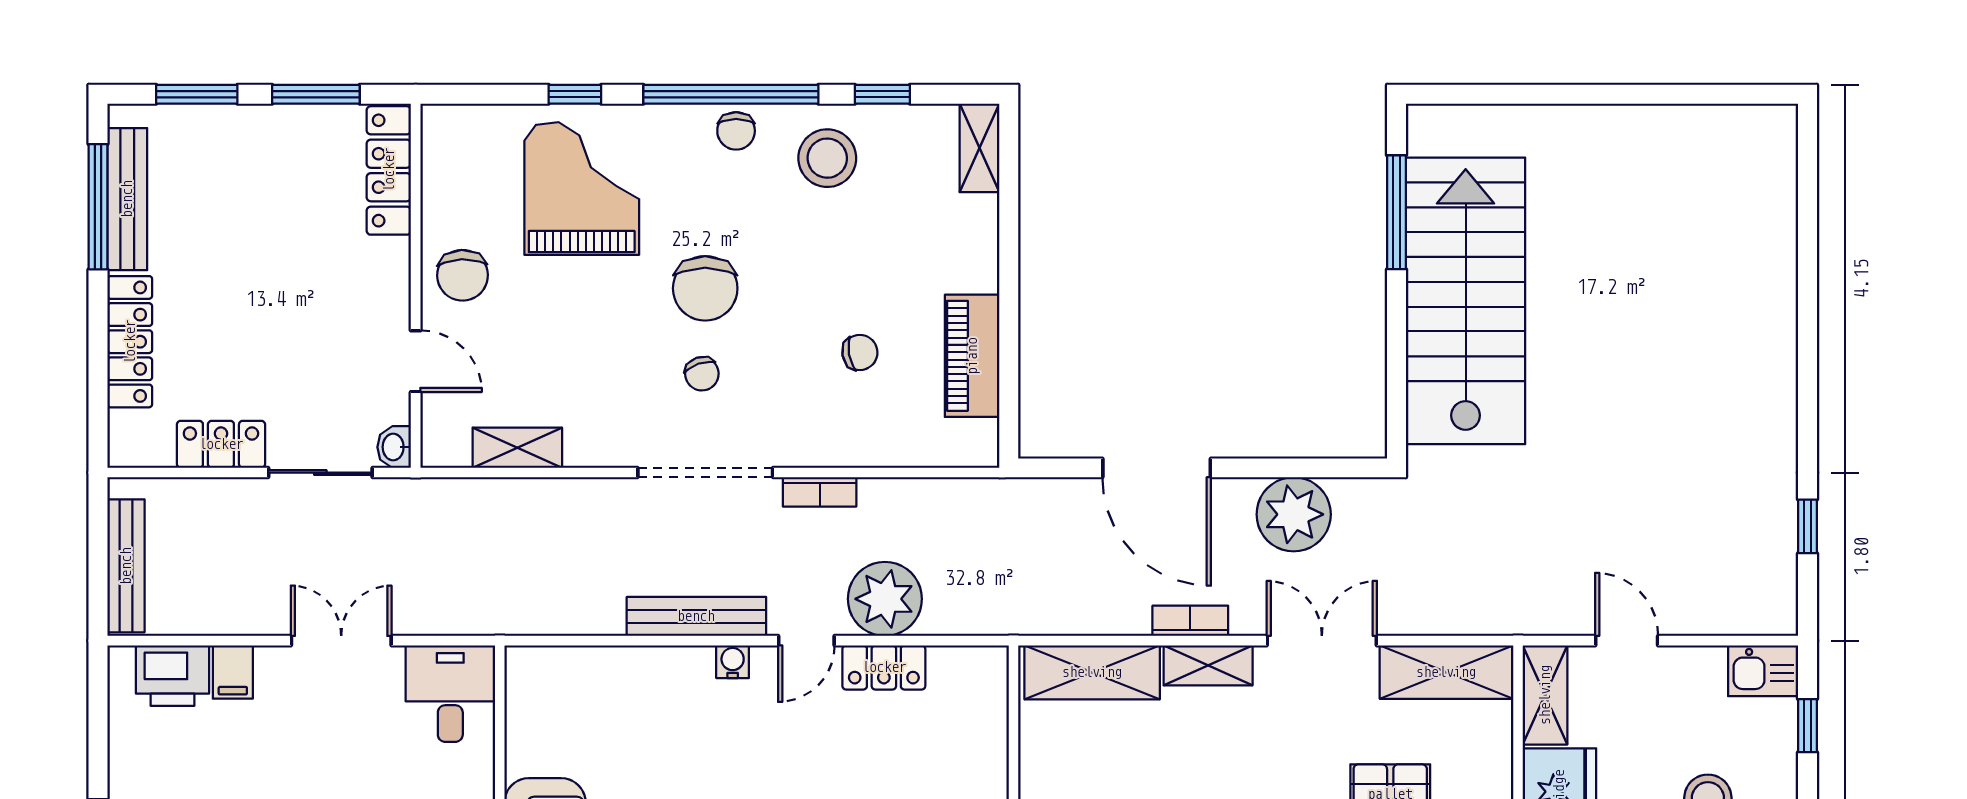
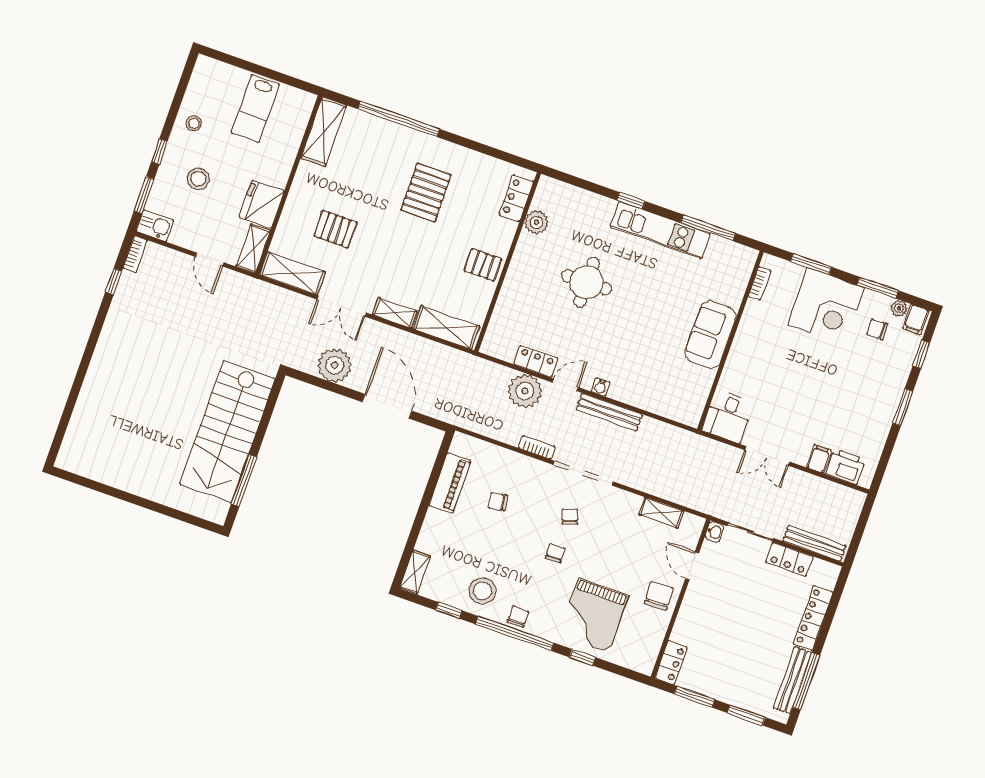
locker: (389, 170) -> (671, 663), width x0.66
chair: (705, 288) -> (555, 553), width x0.54, depth x0.54
bench: (126, 566) -> (814, 543), moved, turned 90
bookcase: (1190, 621) -> (135, 254), moved, turned -90
window: (1808, 726) -> (144, 195), width x1.50

